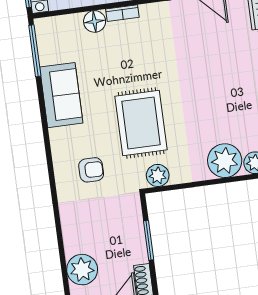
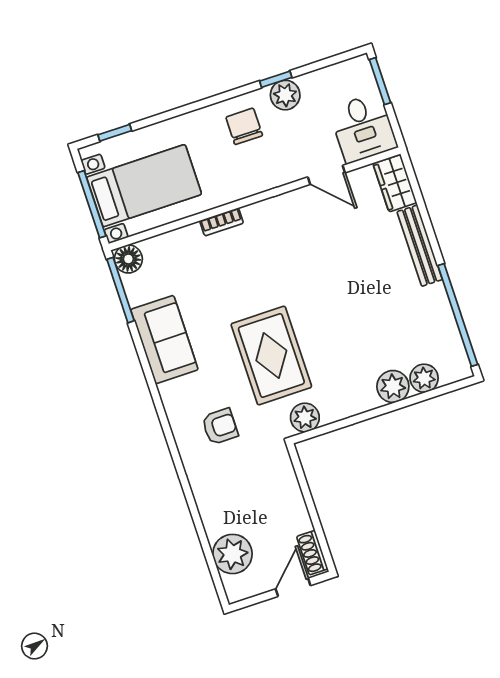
floor lamp: (95, 21) -> (128, 259), moved
plant: (225, 161) -> (393, 386), width x0.73, depth x0.73
window: (149, 240) -> (309, 501), removed

